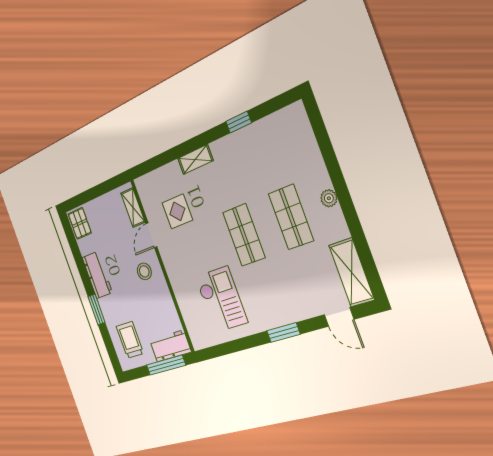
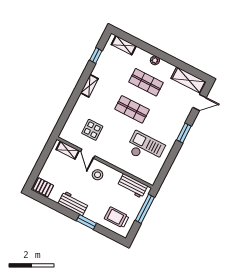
window: (239, 122) -> (96, 56), moved
shelving: (304, 134) -> (124, 45), added
shelving: (195, 159) -> (89, 86), moved
workbench: (170, 346) -> (132, 186), moved, turned -90

